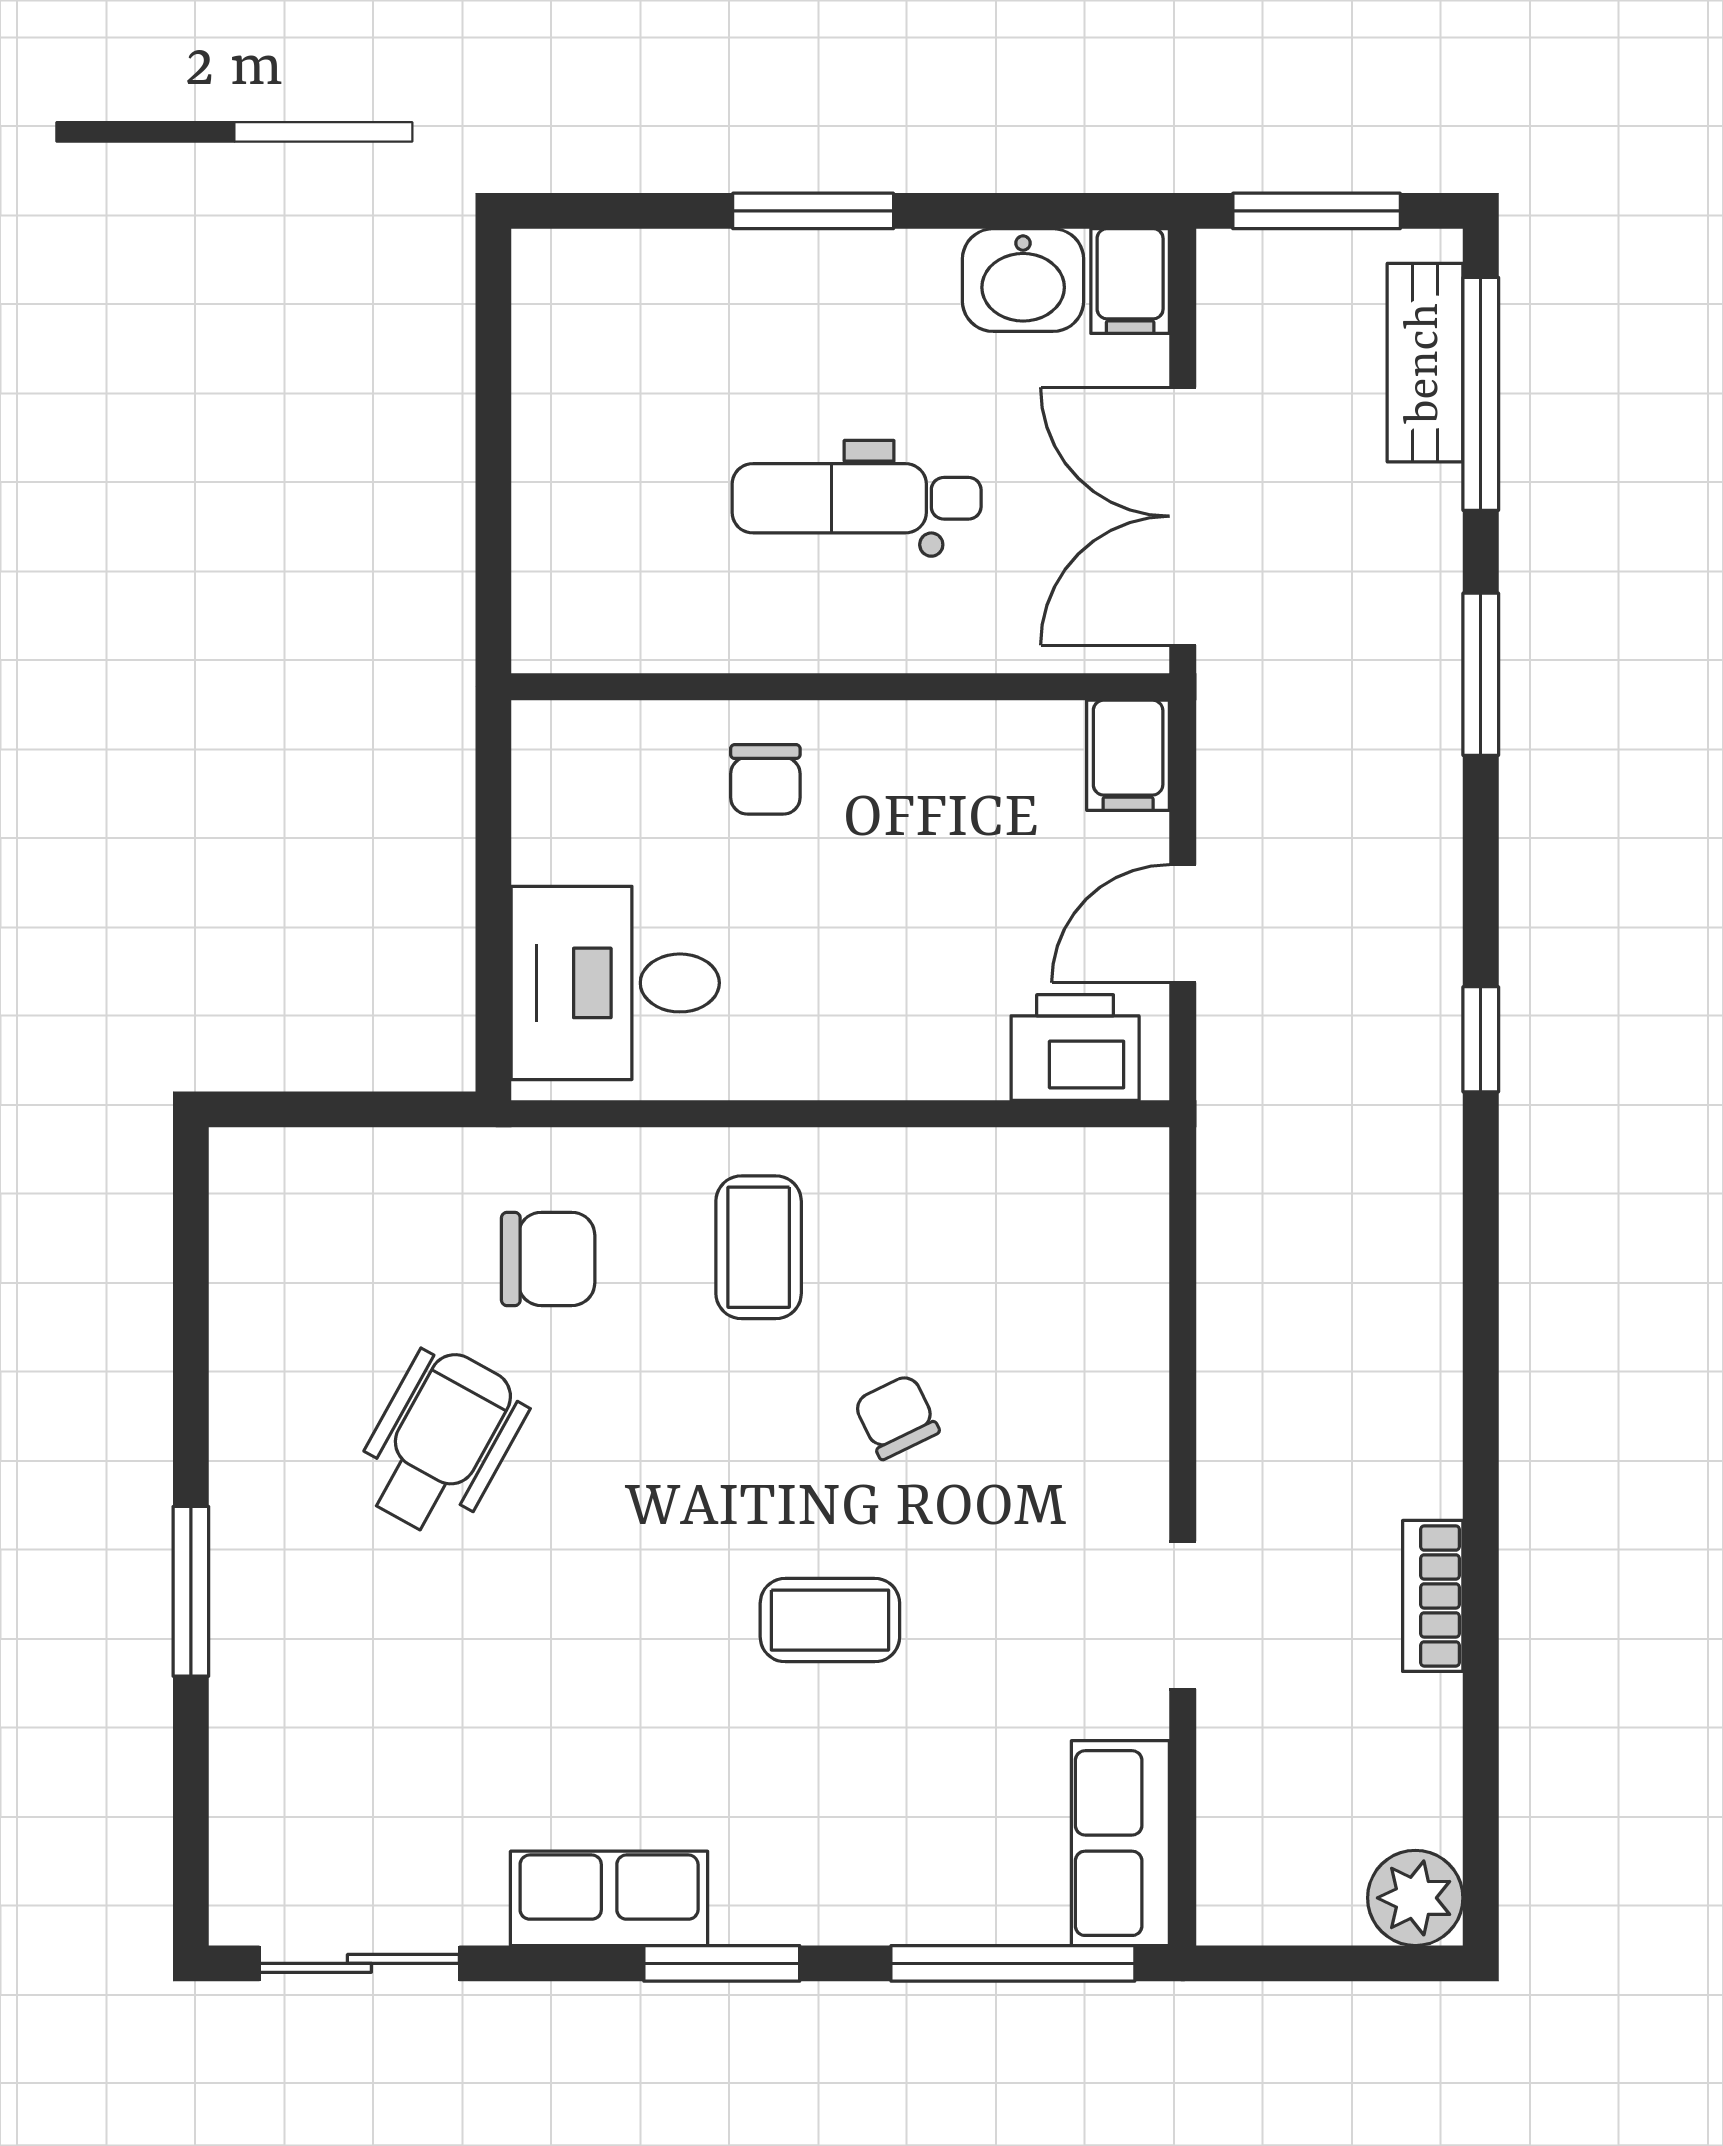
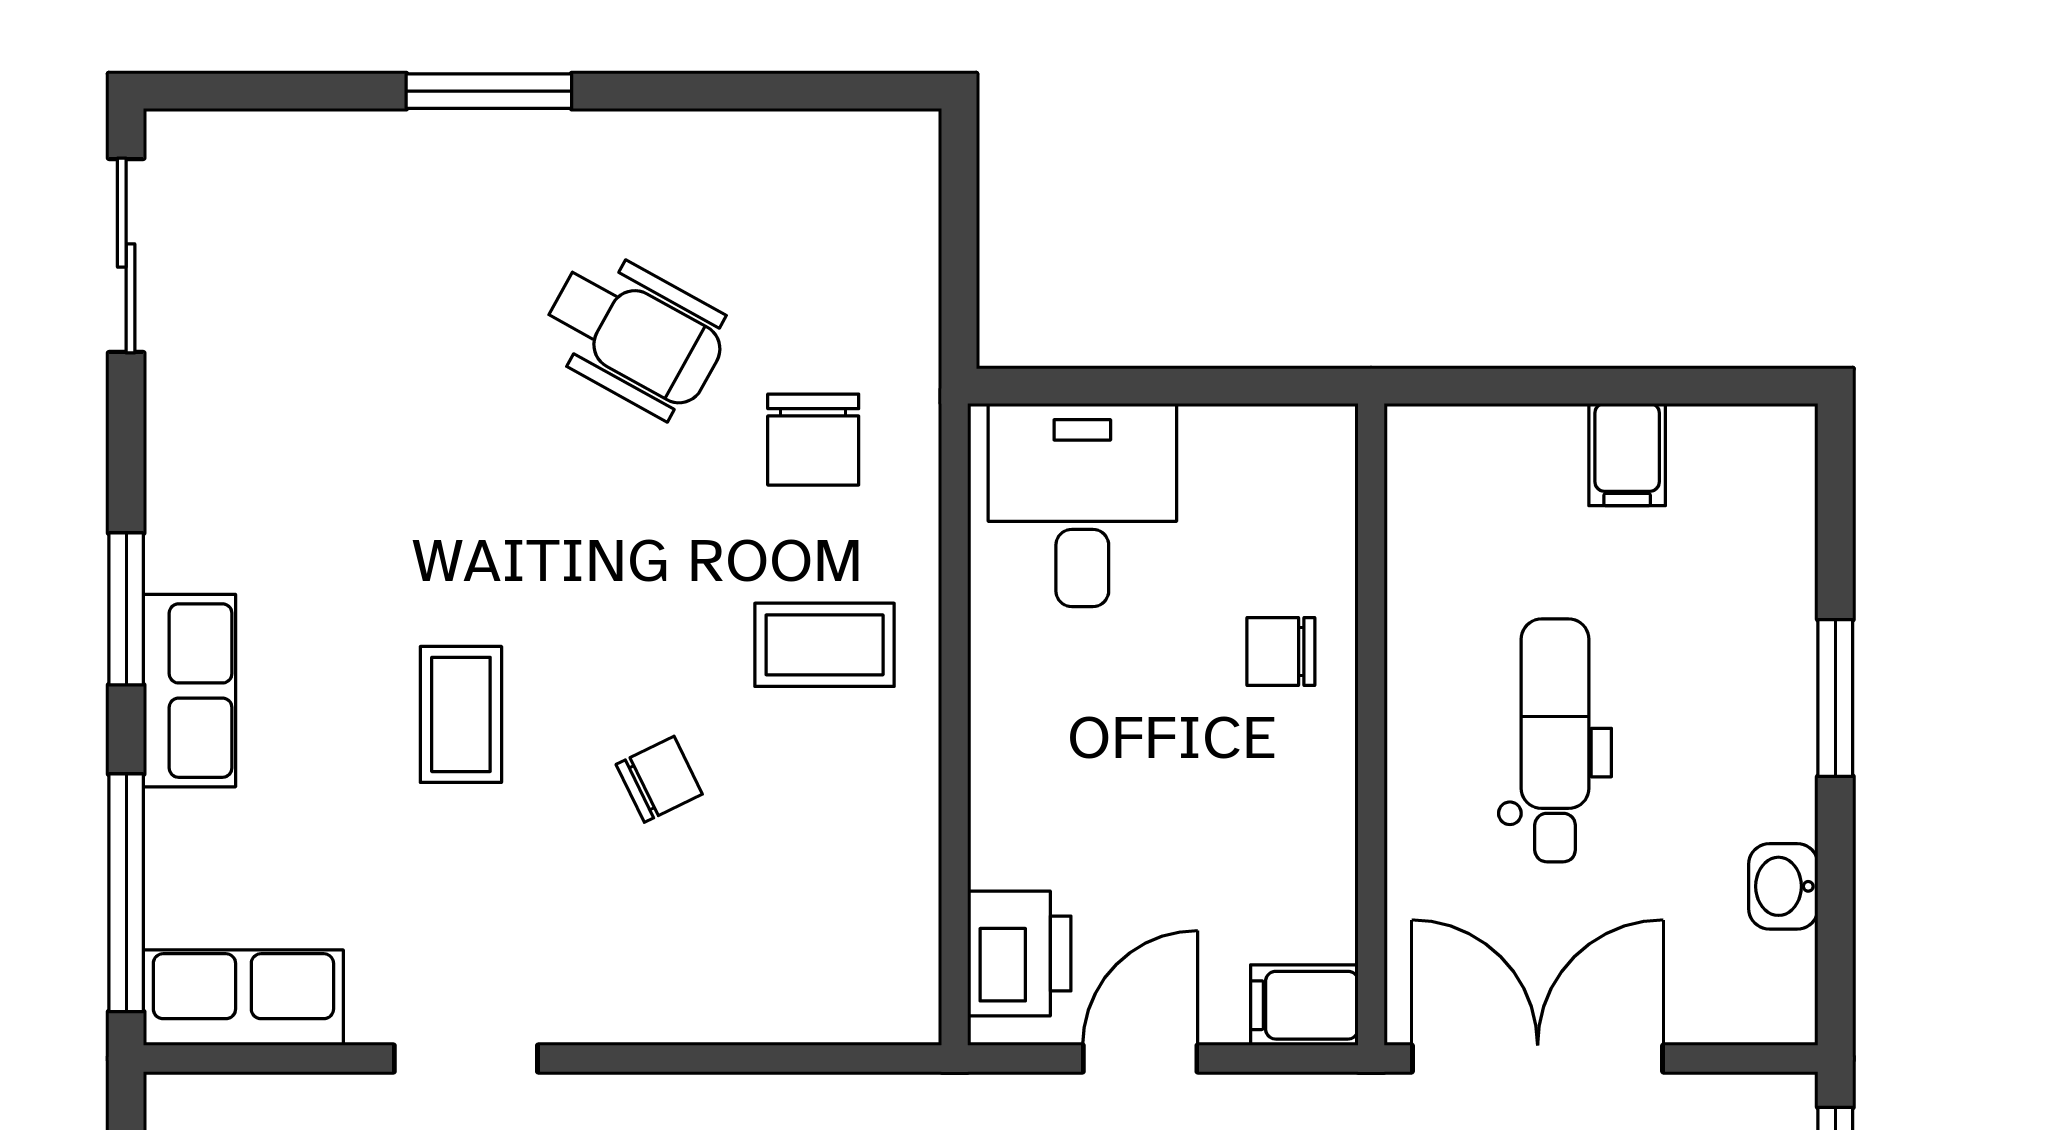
washbasin: (1023, 280) -> (1783, 886), width x0.72, depth x0.69
filing cabinet: (1130, 281) -> (1627, 455), moved, turned -90
door: (1183, 924) -> (1140, 1058), hinge flipped
row of seats: (609, 1898) -> (189, 691), moved

